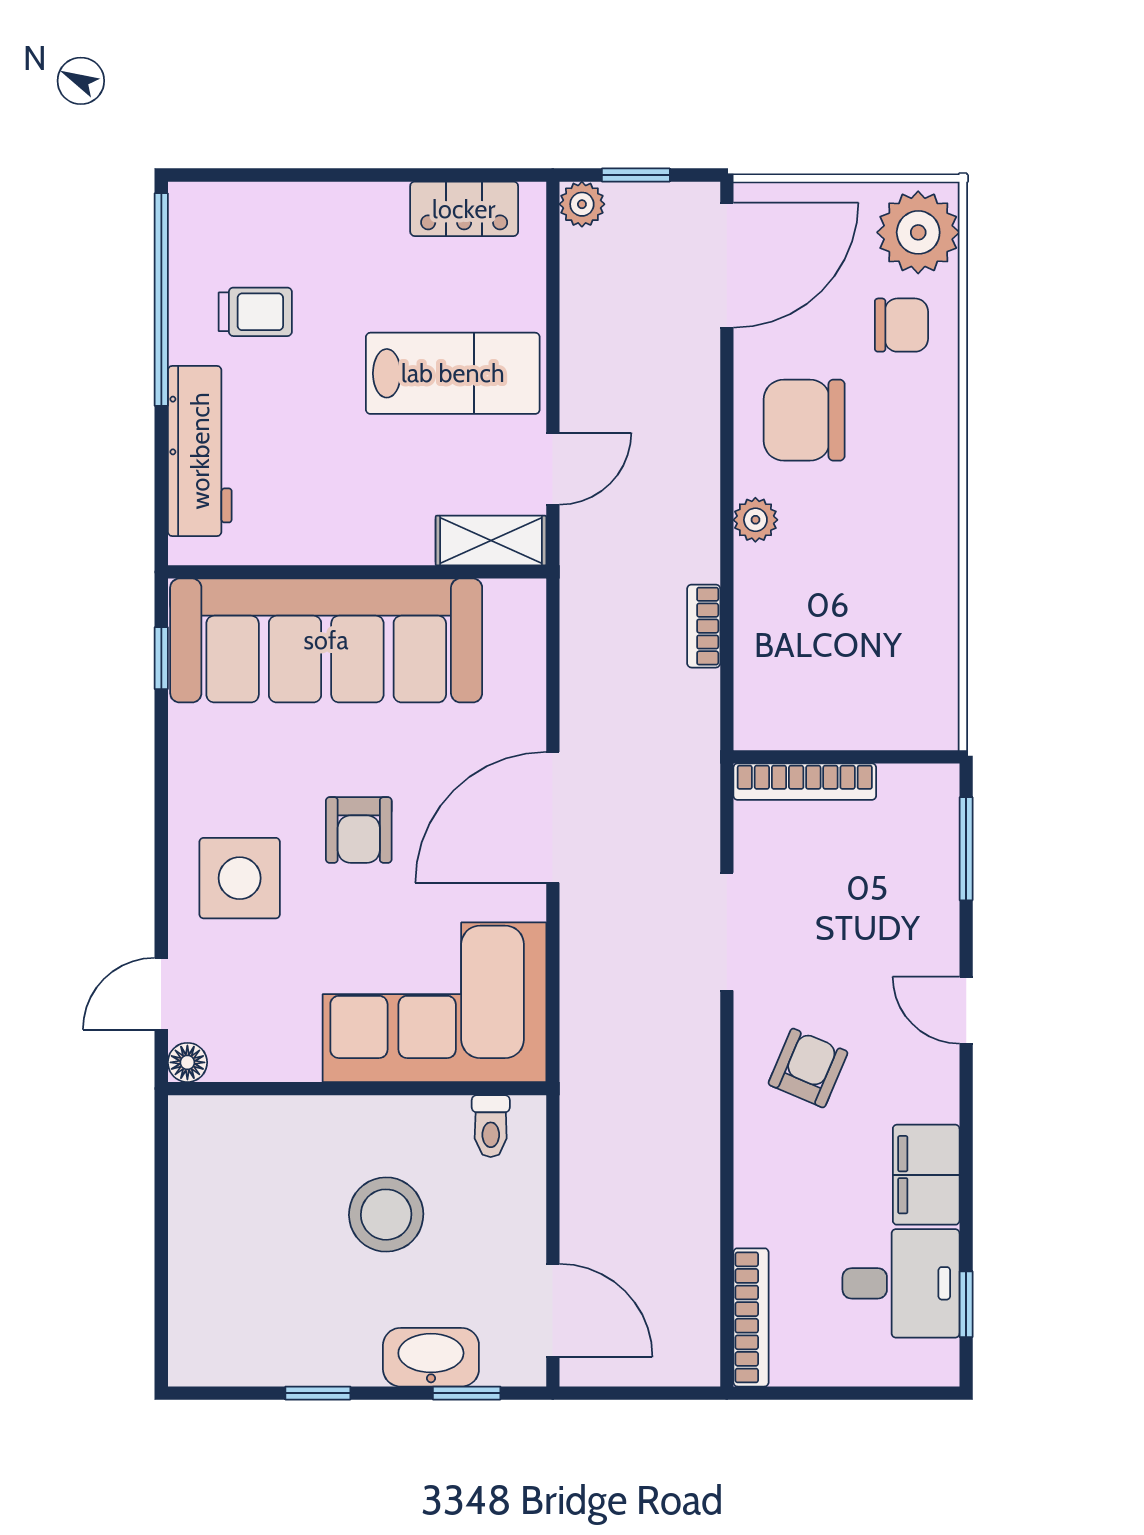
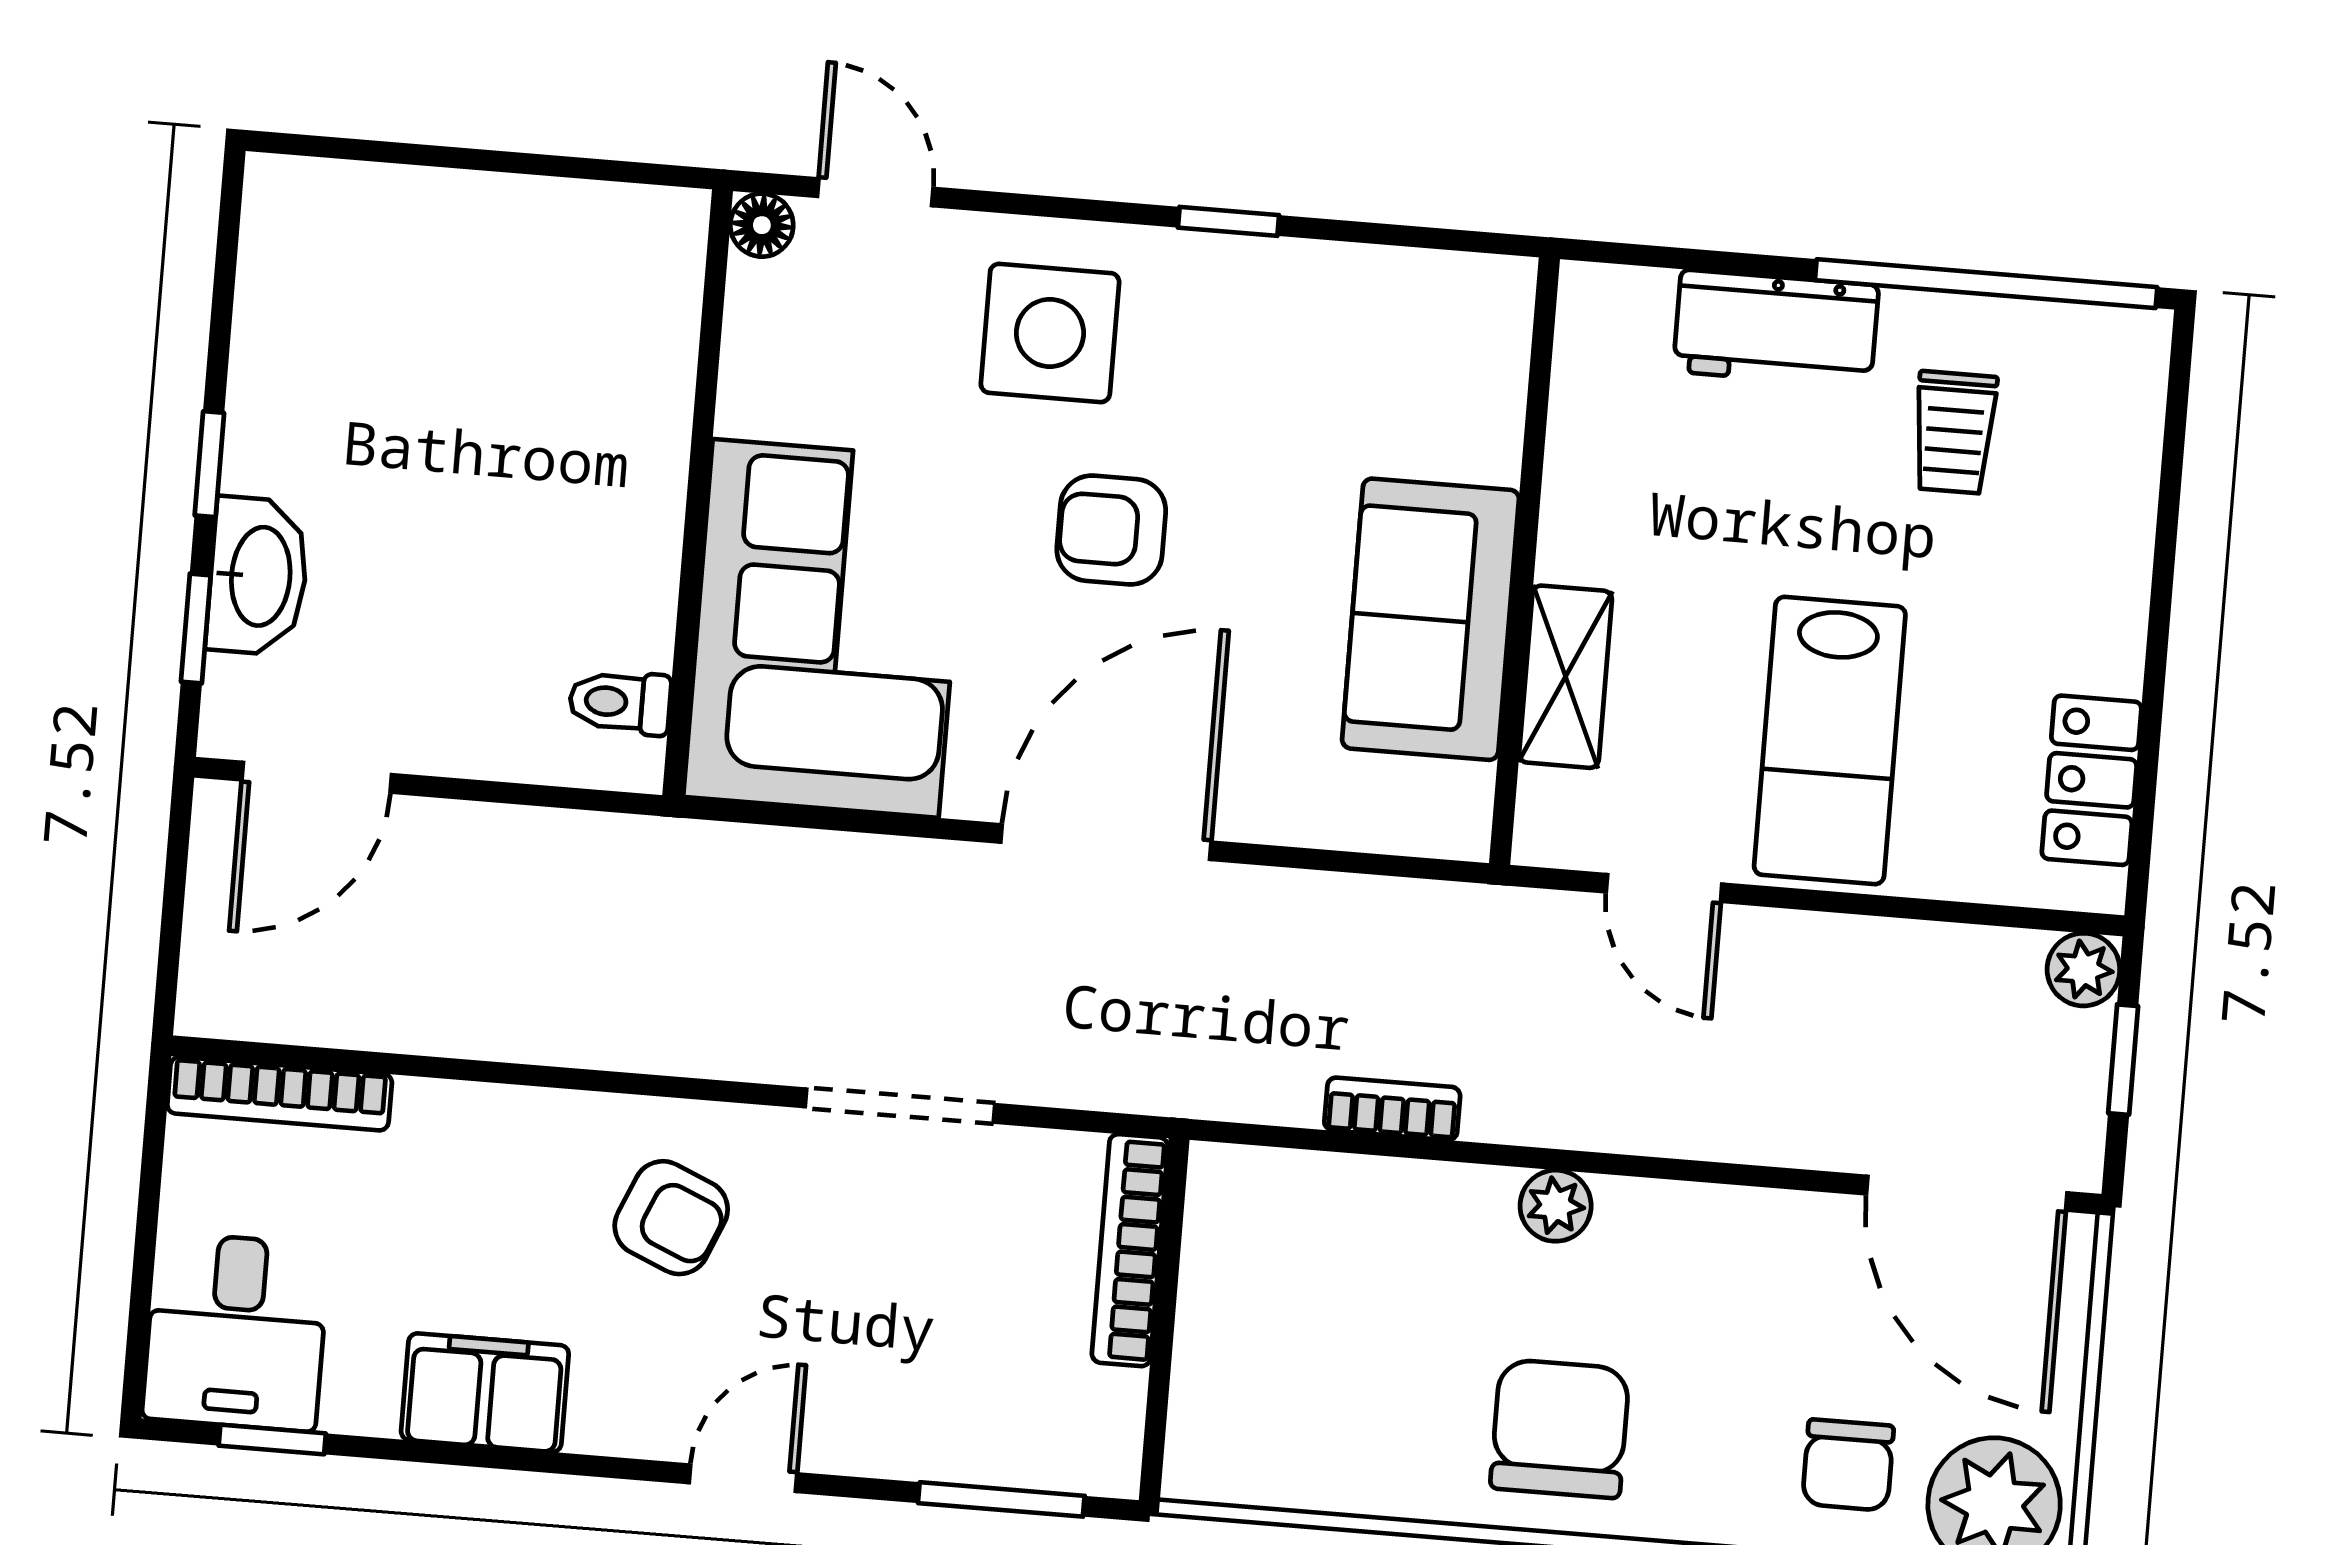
chair: (804, 420) -> (1560, 1429), moved
workbench: (200, 451) -> (1776, 328), width x0.73
shelving: (491, 541) -> (1566, 677), moved
sofa: (326, 640) -> (1431, 619), width x0.54, depth x0.79
window: (161, 658) -> (1228, 221), moved
door: (553, 817) -> (1106, 842), hinge flipped
stool: (386, 1215) -> (492, 523), removed
desk: (901, 1283) -> (236, 1332), moved
window: (318, 1393) -> (209, 464), moved

